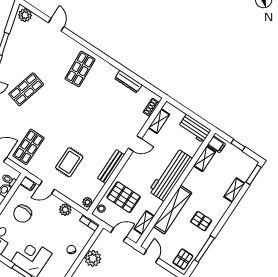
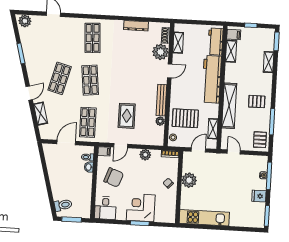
shop shelf: (54, 108) -> (90, 80), added
plant: (137, 120) -> (160, 52), added
workbench: (195, 128) -> (215, 42), moved, turned 90
plant: (87, 202) -> (160, 121), moved
chair: (23, 214) -> (114, 177), turned -70

